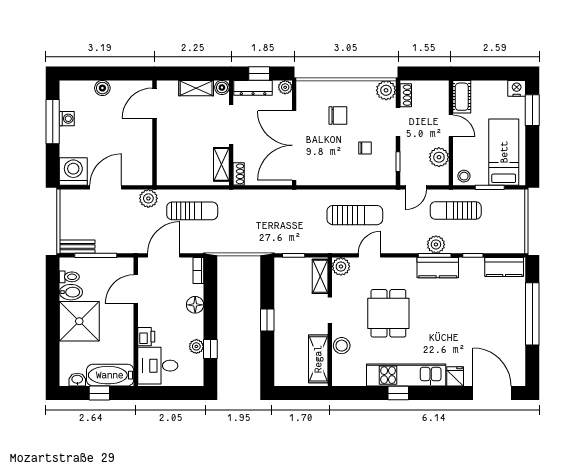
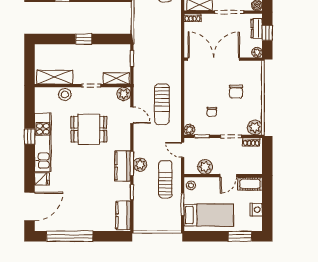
dresser: (253, 88) -> (257, 28), width x0.70
nightstand: (517, 88) -> (256, 210), moved
plant: (389, 178) -> (189, 130), added
window: (532, 314) -> (70, 236), moved

